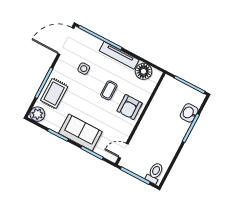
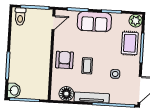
washbasin: (189, 113) -> (14, 90), moved

